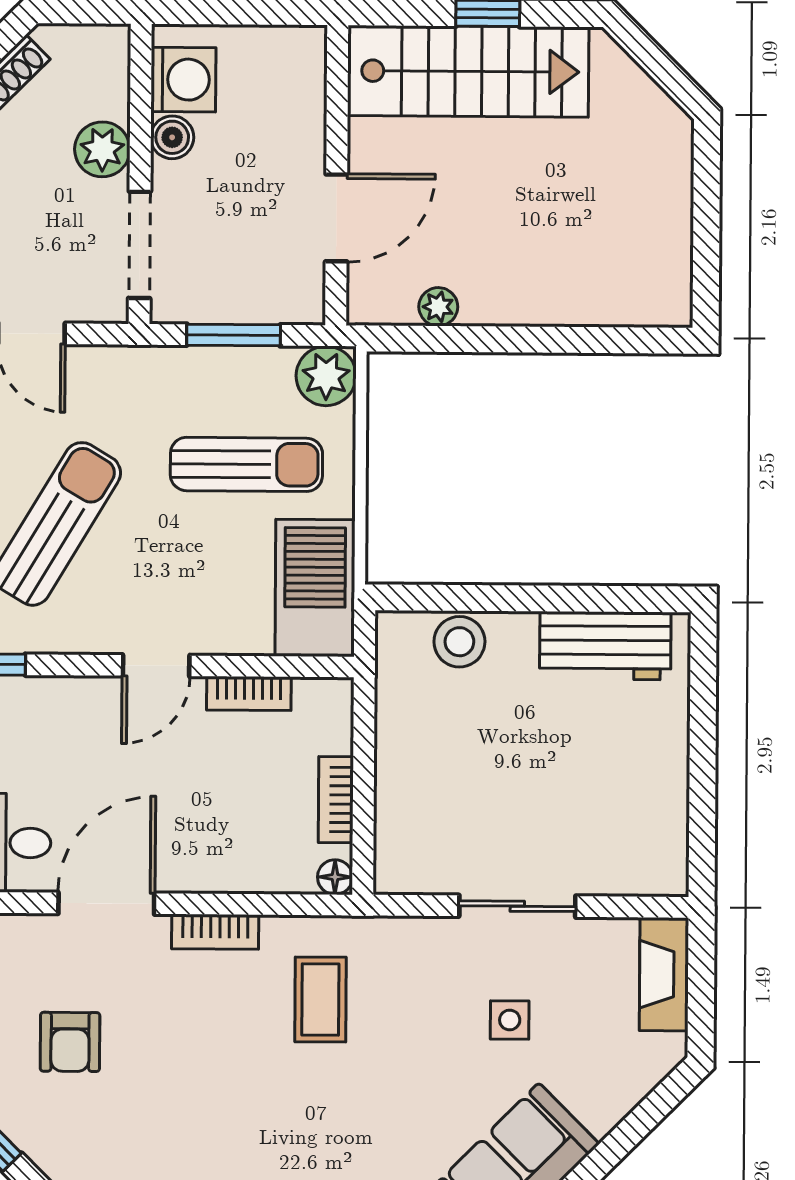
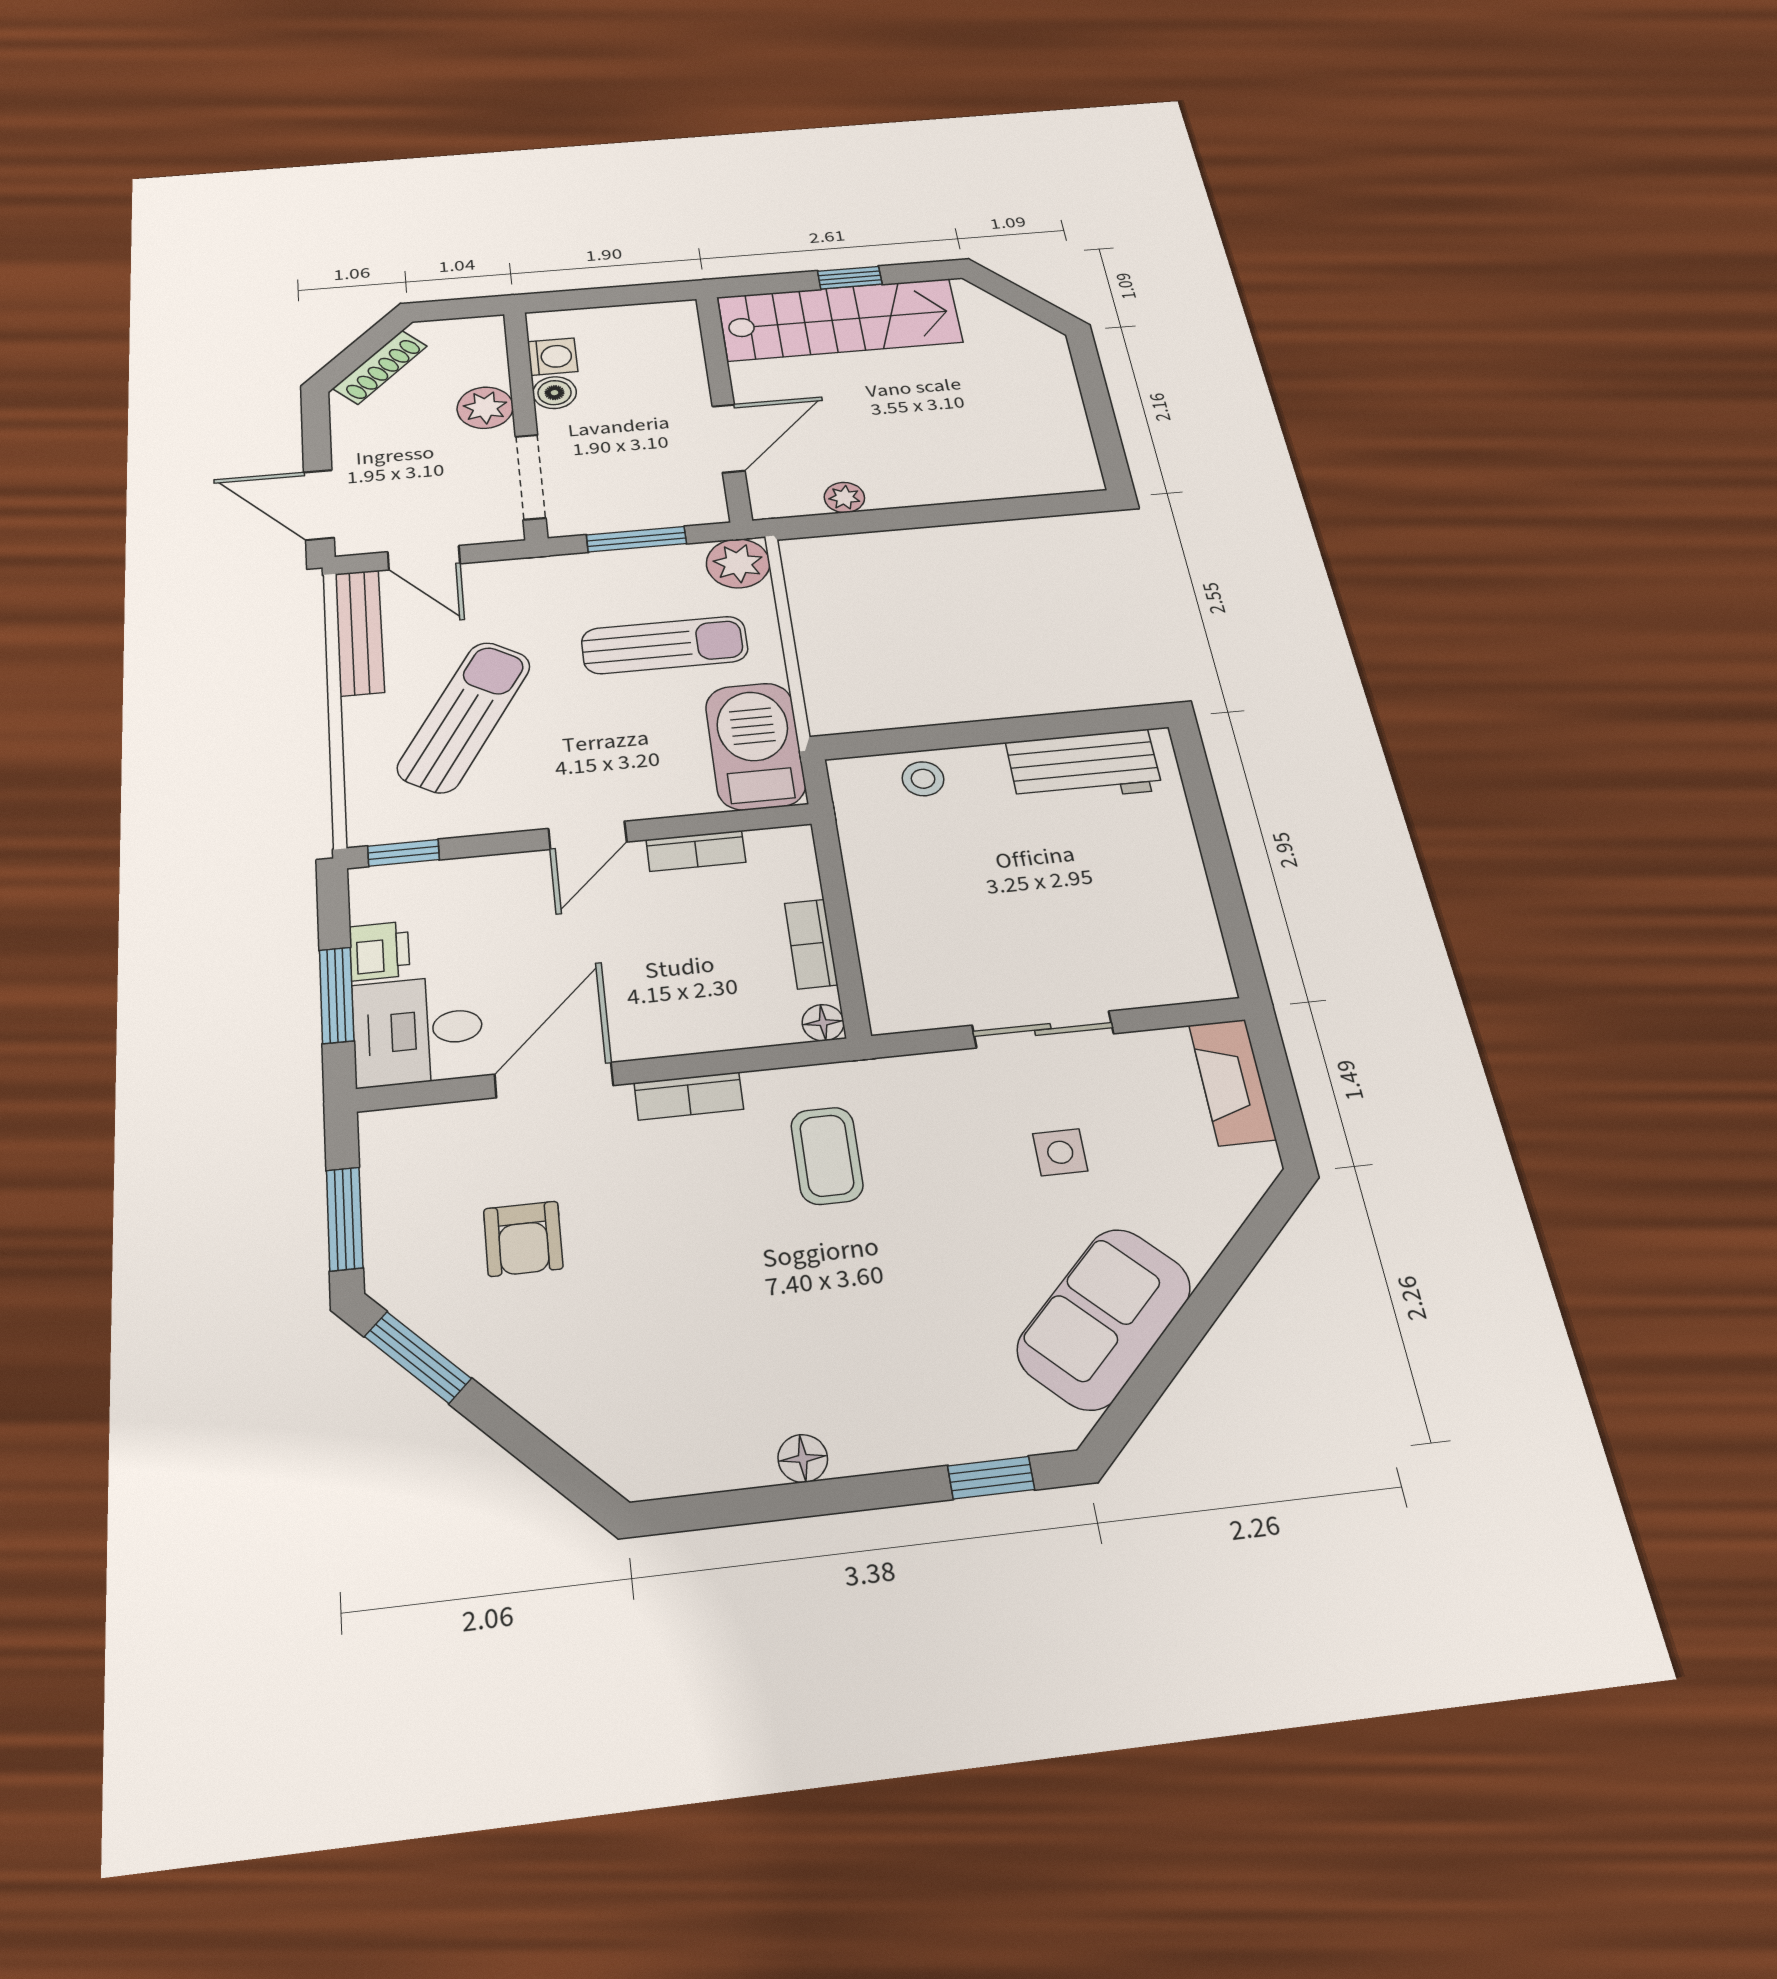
washing machine: (183, 80) -> (553, 357), width x0.73, depth x0.73
stool: (459, 642) -> (923, 779), width x0.73, depth x0.73

